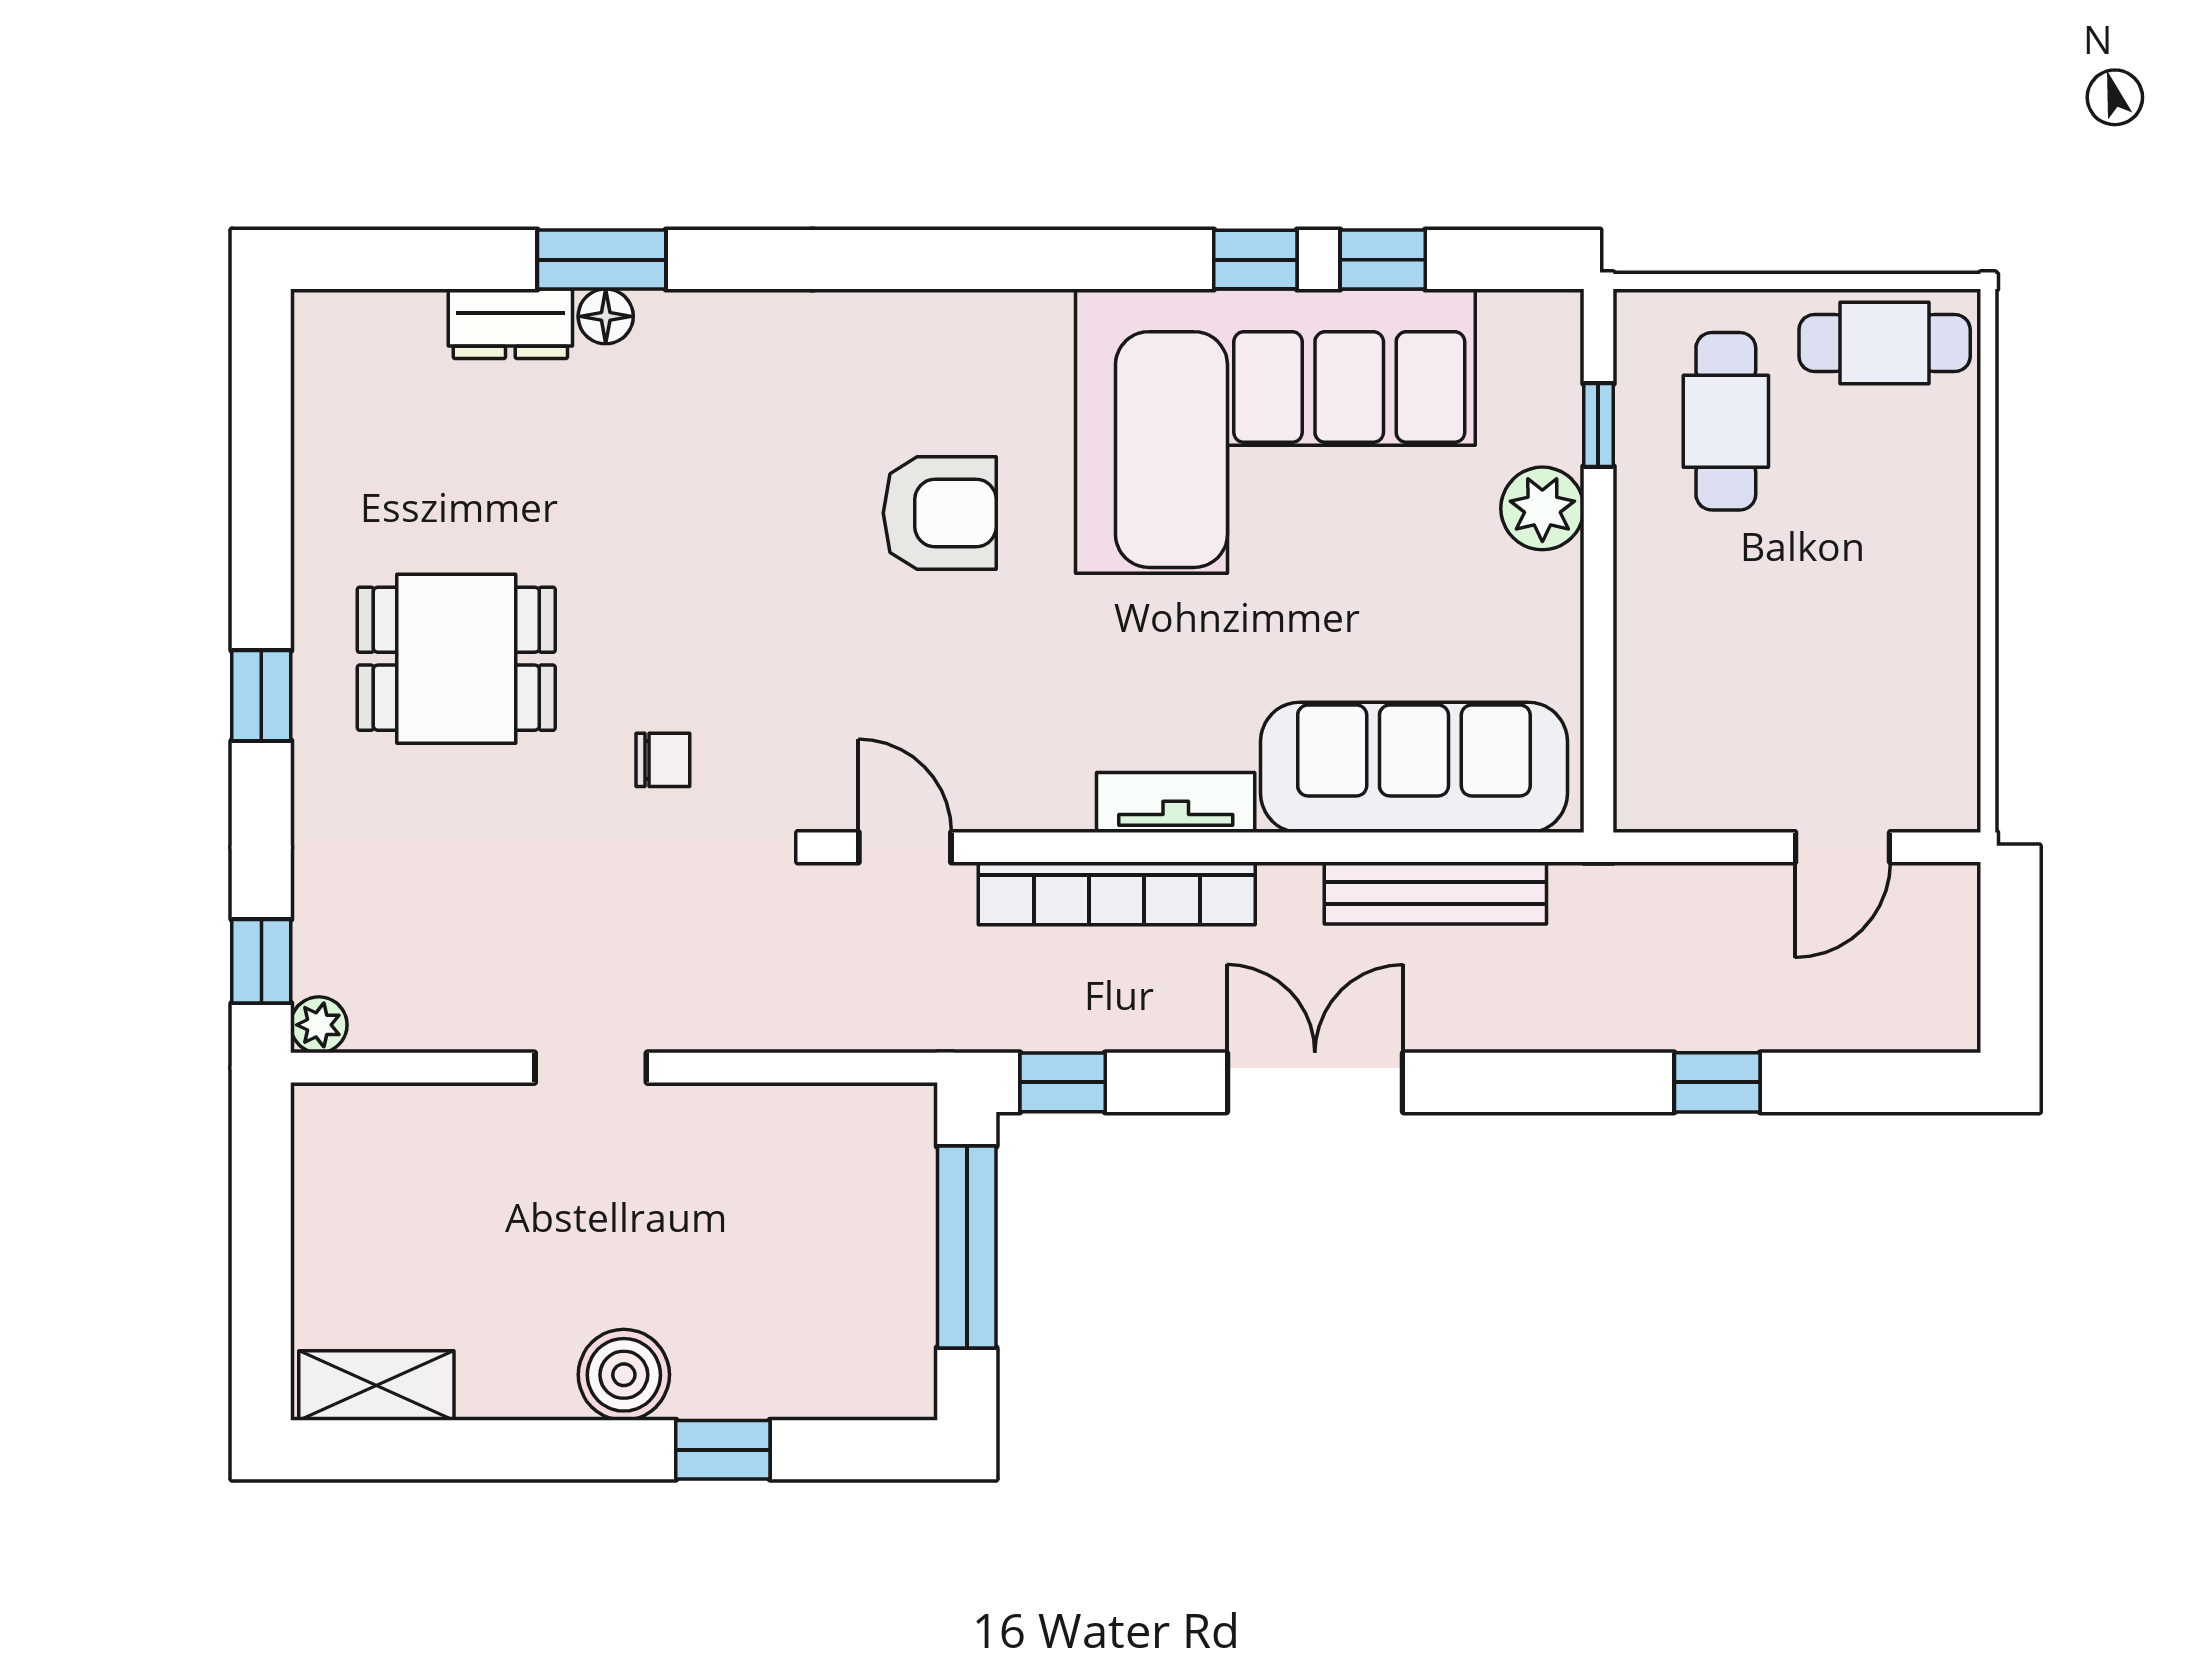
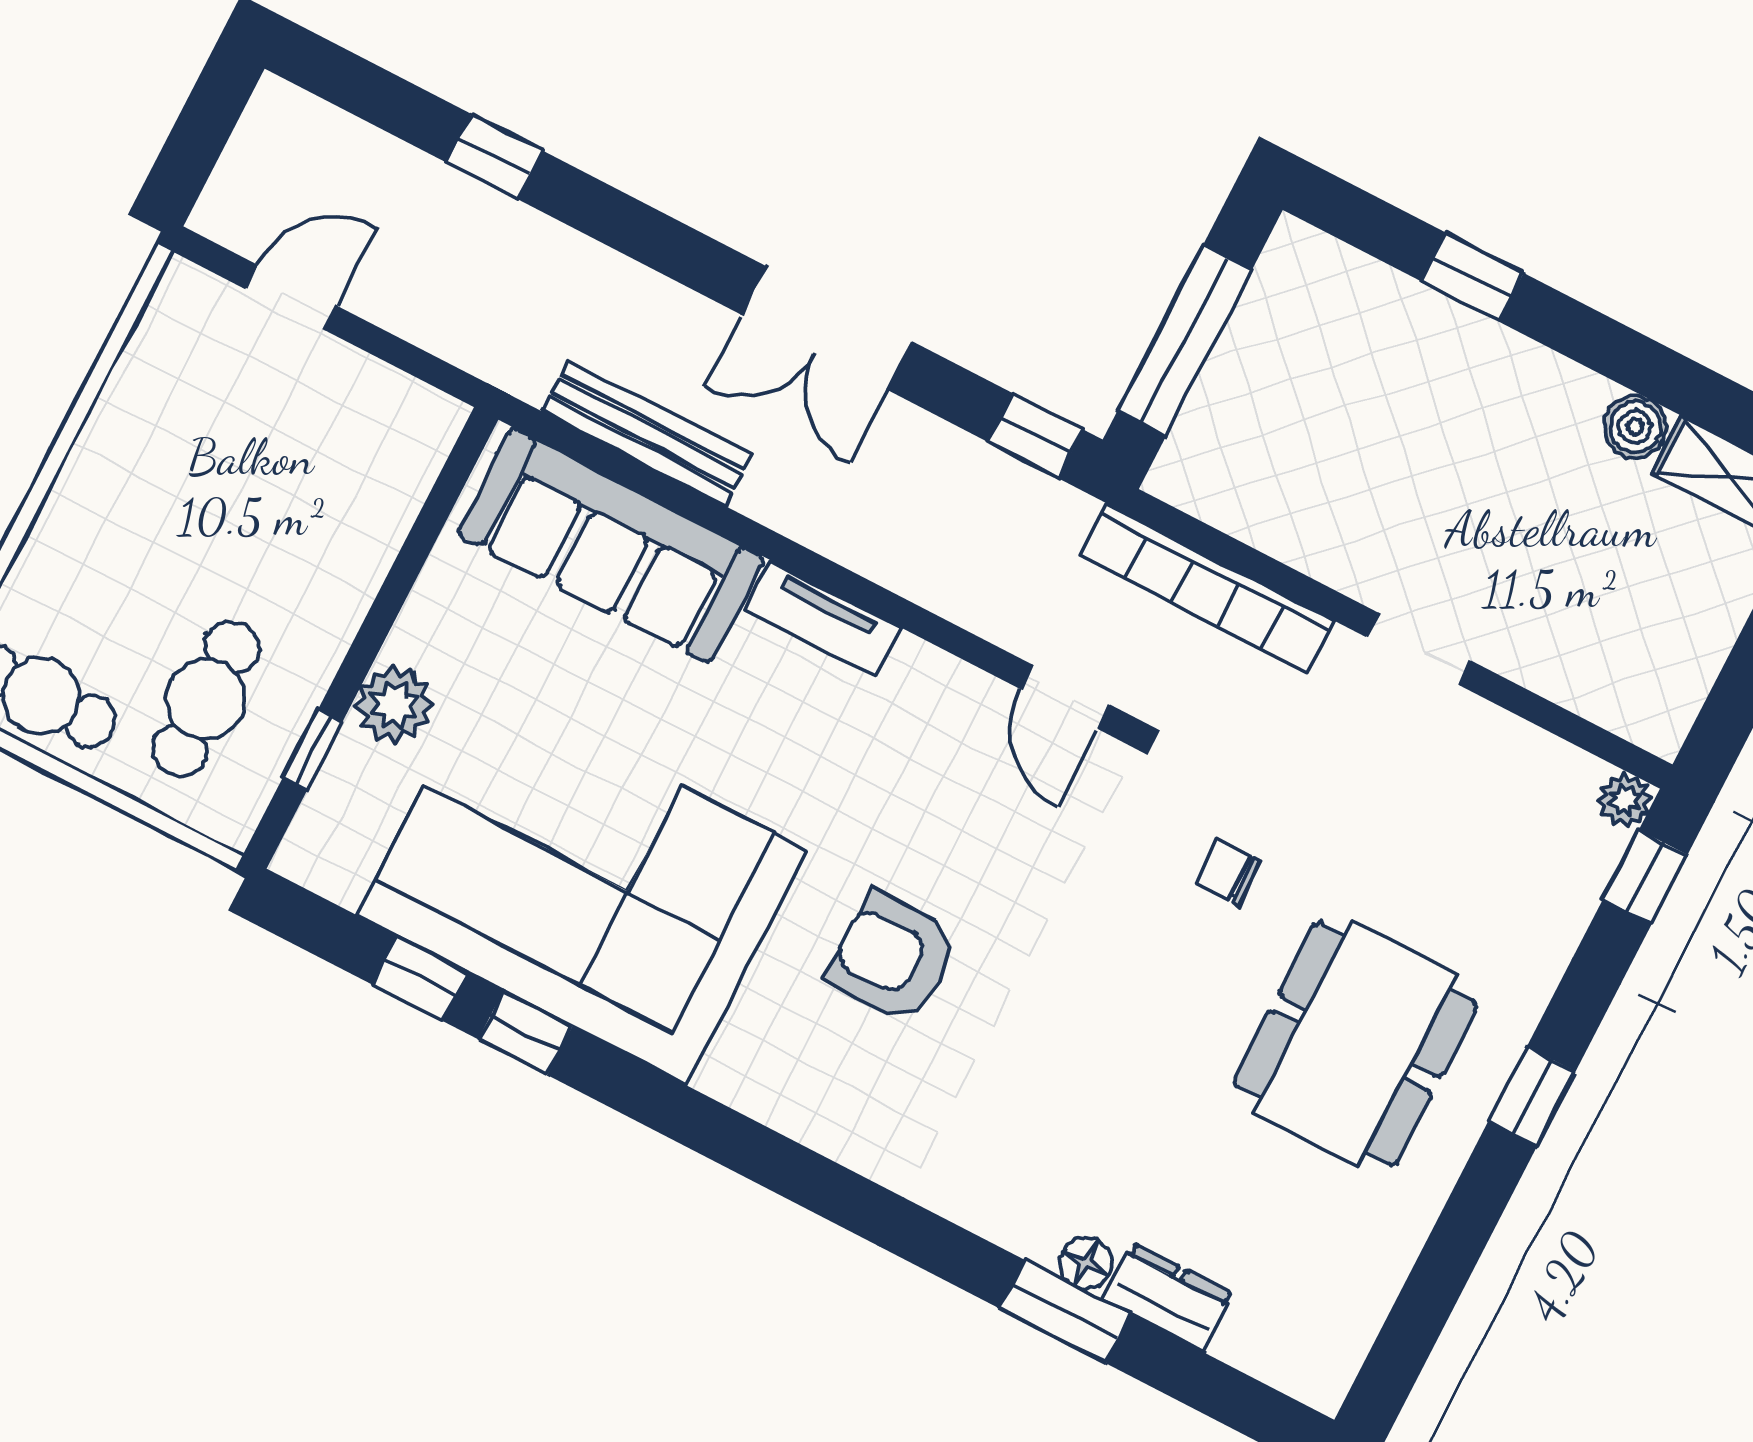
dining table: (456, 659) -> (1355, 1044), width x1.37
bookcase: (1117, 893) -> (1207, 588), moved, turned 180
boiler: (624, 1375) -> (1635, 427), moved, width x0.73, depth x0.73

